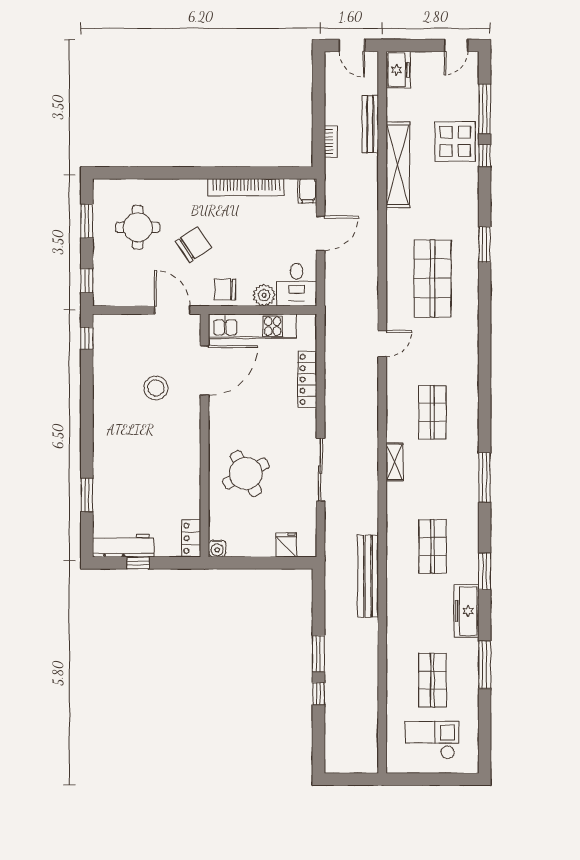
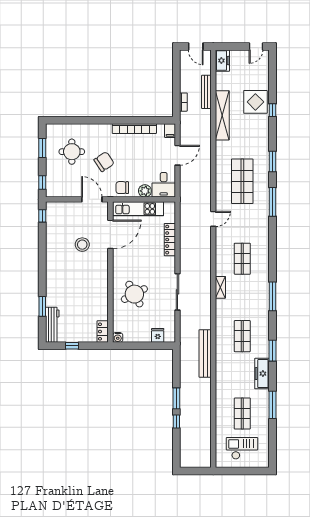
window: (485, 109) -> (272, 202), moved
workbench: (123, 546) -> (52, 325), moved, turned 90

